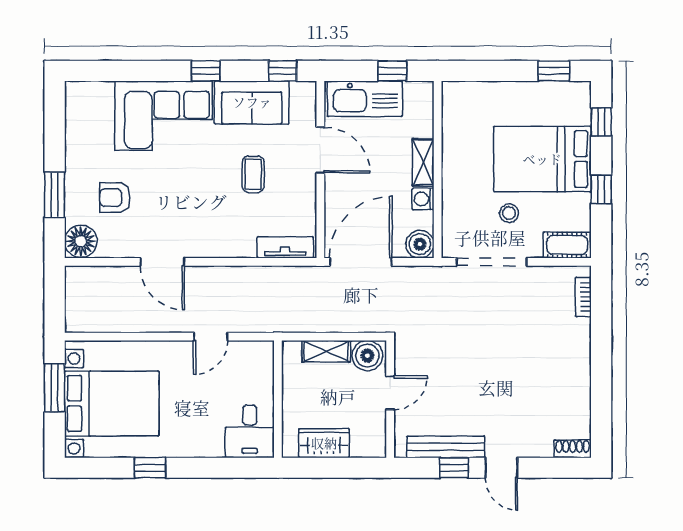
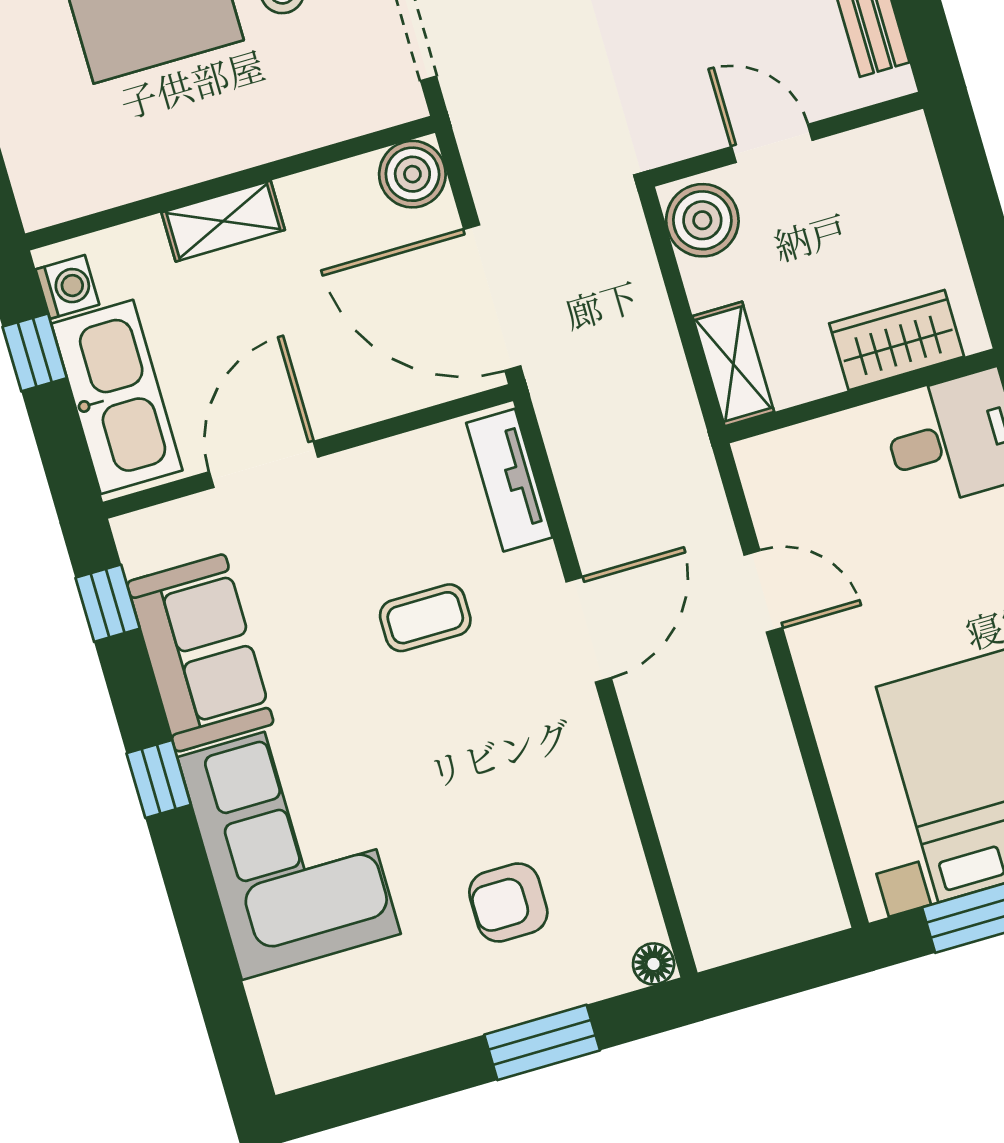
coffee table: (253, 174) -> (425, 618), moved
armchair: (115, 197) -> (508, 902), turned 90
washing machine: (423, 199) -> (67, 287), moved, turned -90
floor lamp: (81, 241) -> (654, 964), width x0.53, depth x0.53
door: (162, 262) -> (589, 630), moved
shelving: (326, 351) -> (733, 364), moved
wardrobe: (324, 443) -> (897, 340), moved, turned 90

